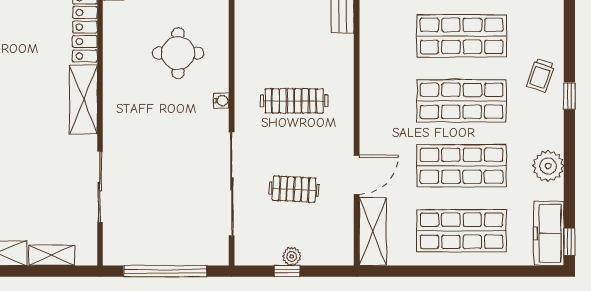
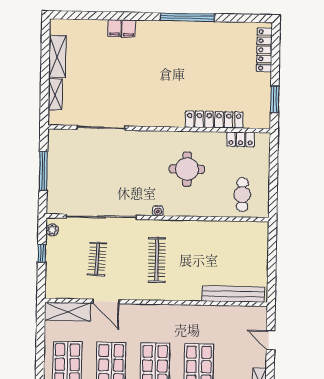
round table: (178, 53) -> (187, 169), moved
shelving: (83, 100) -> (160, 118), removed
plant: (292, 256) -> (52, 230), moved
window: (165, 271) -> (43, 171), width x0.68

